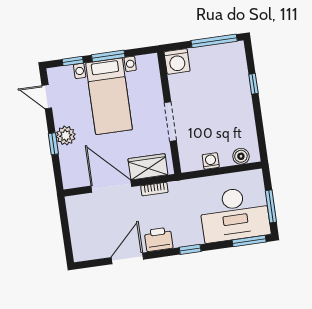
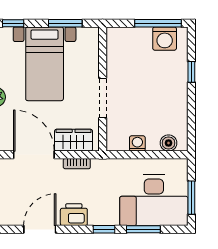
window: (108, 56) -> (65, 23), moved
washing machine: (177, 61) -> (165, 39), moved
window: (249, 241) -> (143, 229), moved

